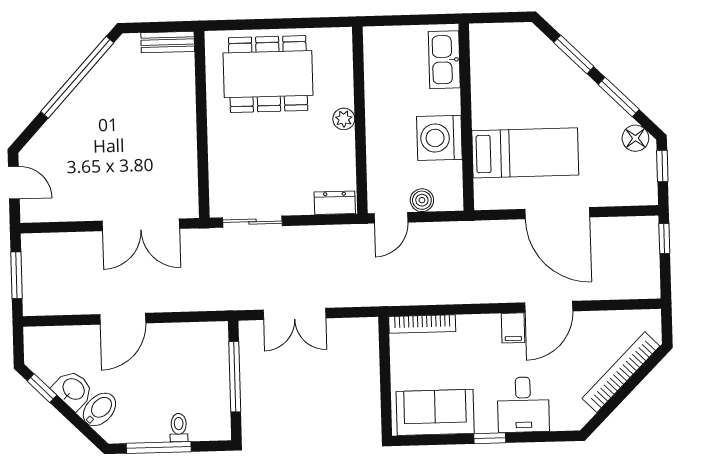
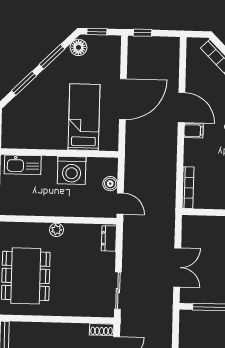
shoe rack: (189, 199) -> (102, 330), added

